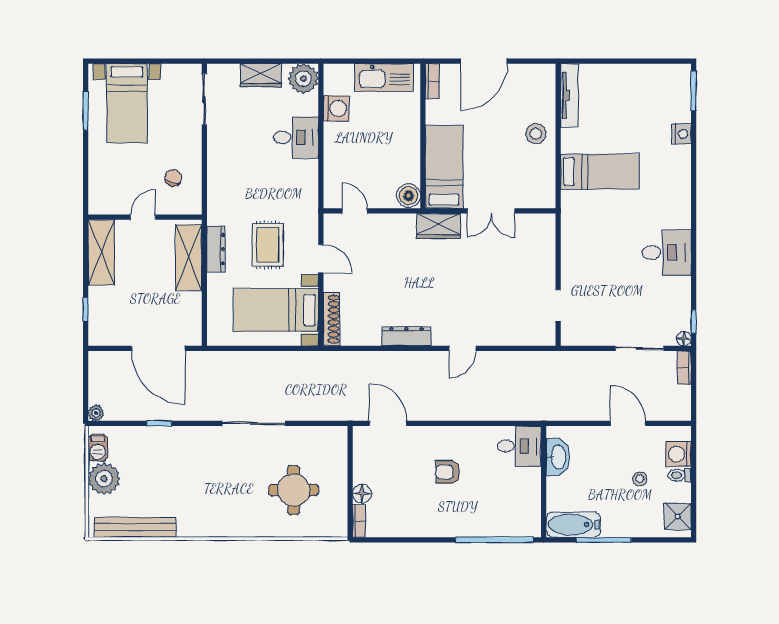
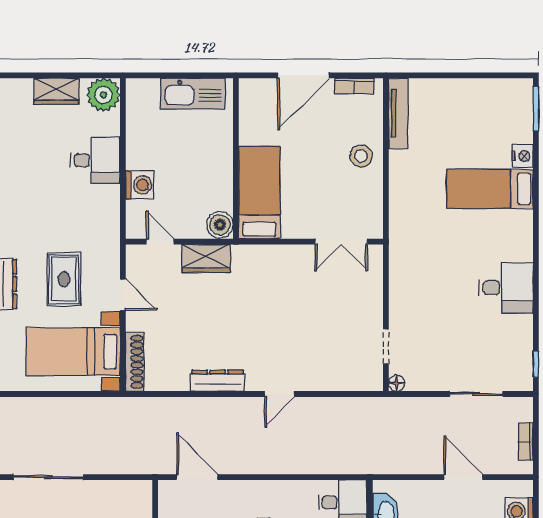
bookcase: (432, 81) -> (354, 86), moved, turned 90
washing machine: (336, 108) -> (140, 185), moved
bed: (600, 172) -> (490, 189), moved, turned 180
double door: (491, 211) -> (341, 242), moved
wardrobe: (439, 226) -> (206, 258), moved
floor lamp: (684, 339) -> (397, 383), moved
bookcase: (684, 368) -> (526, 442), moved

